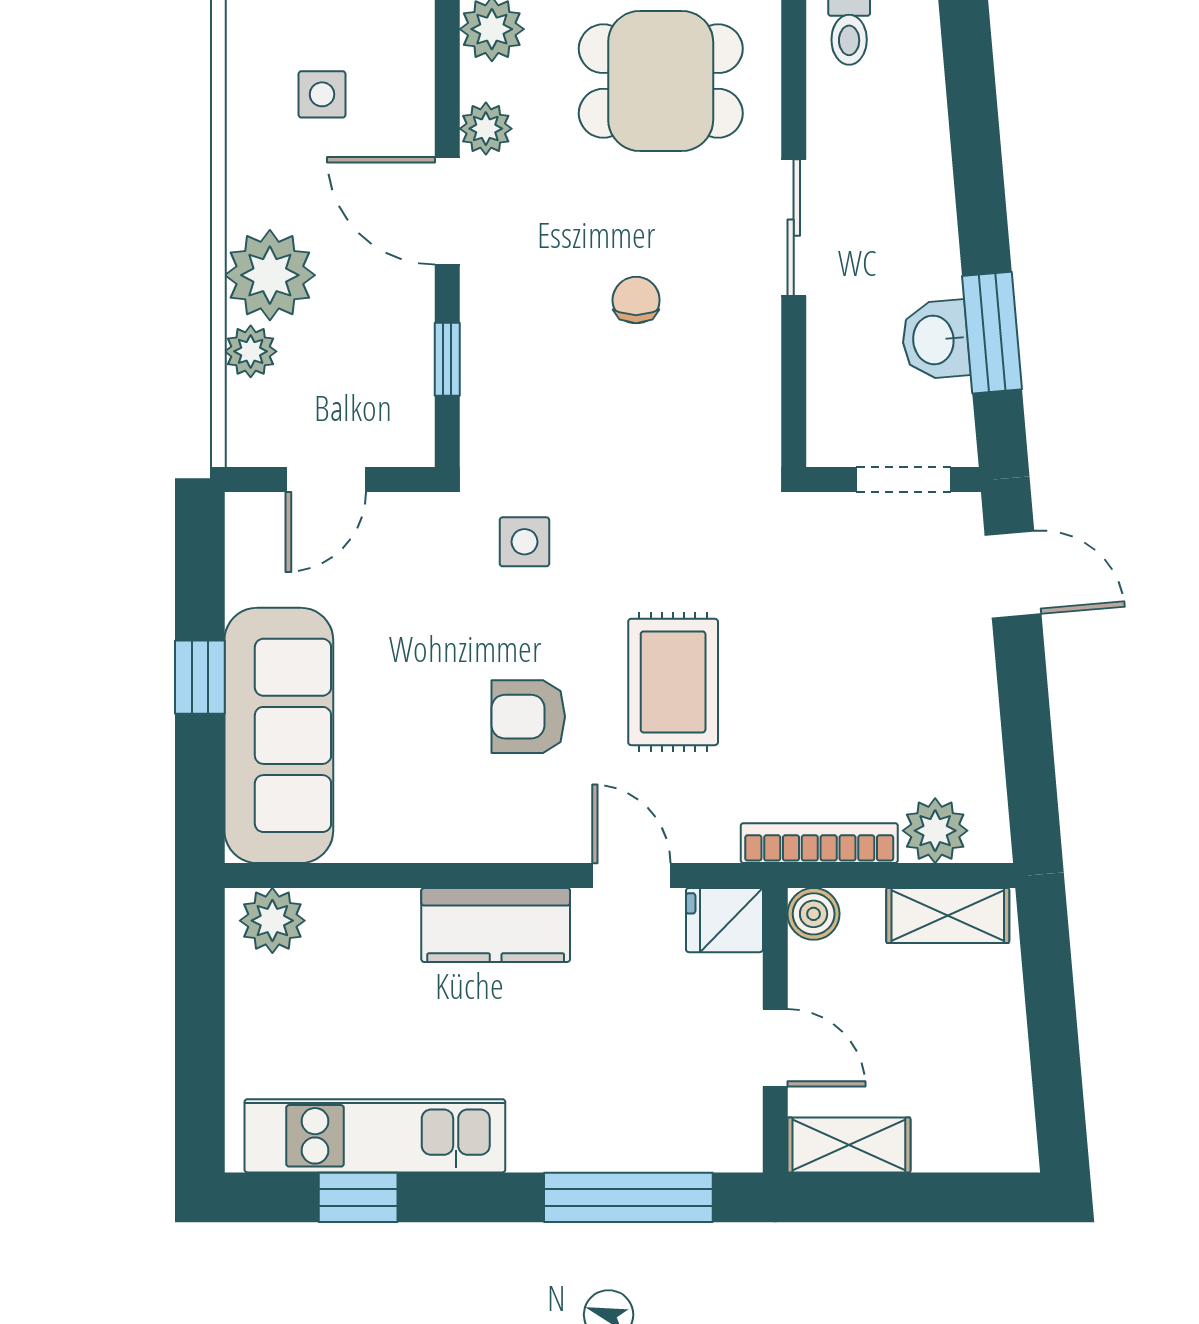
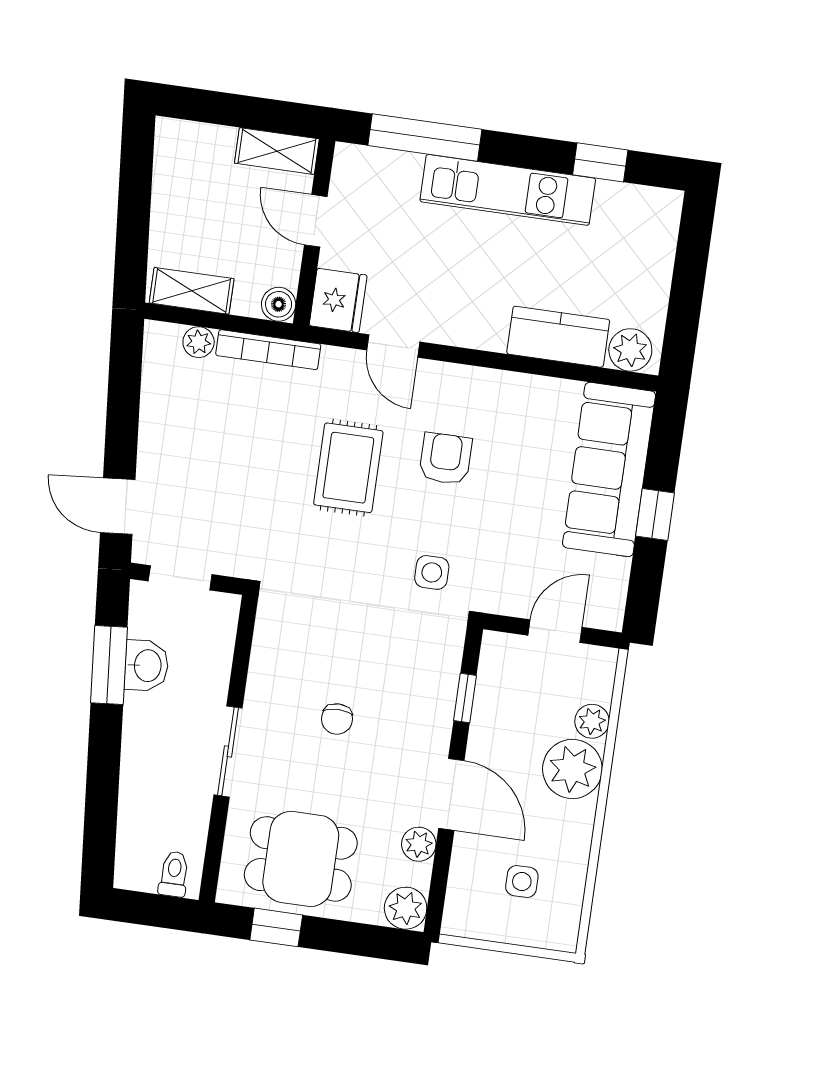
armchair: (528, 717) -> (445, 459), turned -90
plant: (935, 831) -> (199, 342), width x0.73, depth x0.73
fridge: (724, 920) -> (338, 300), width x1.38
kitchen counter: (496, 925) -> (558, 337), moved
kitchen unit: (375, 1136) -> (508, 190), moved

